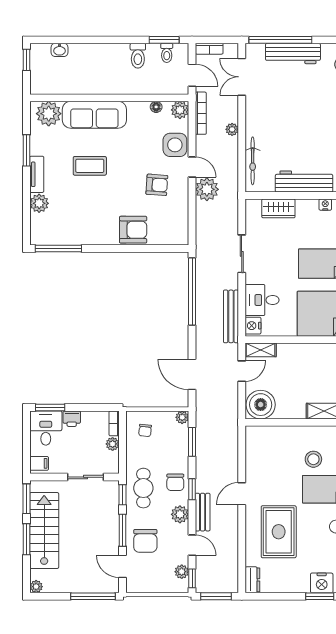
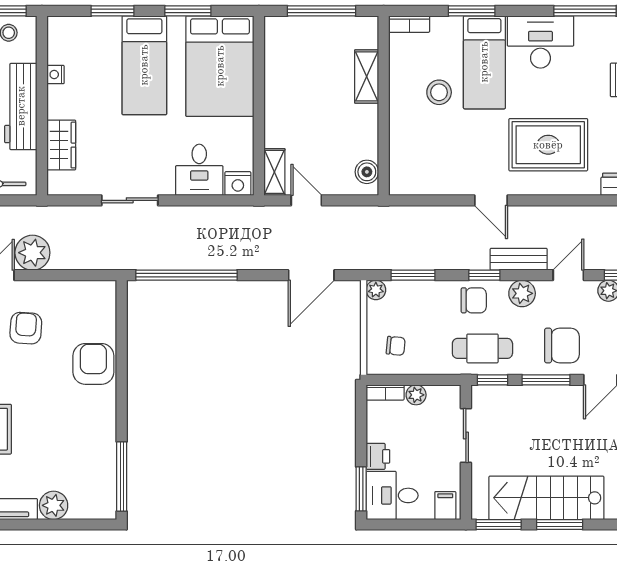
bench: (231, 316) -> (224, 216), removed
boiler: (261, 405) -> (367, 172), width x0.54, depth x0.54

